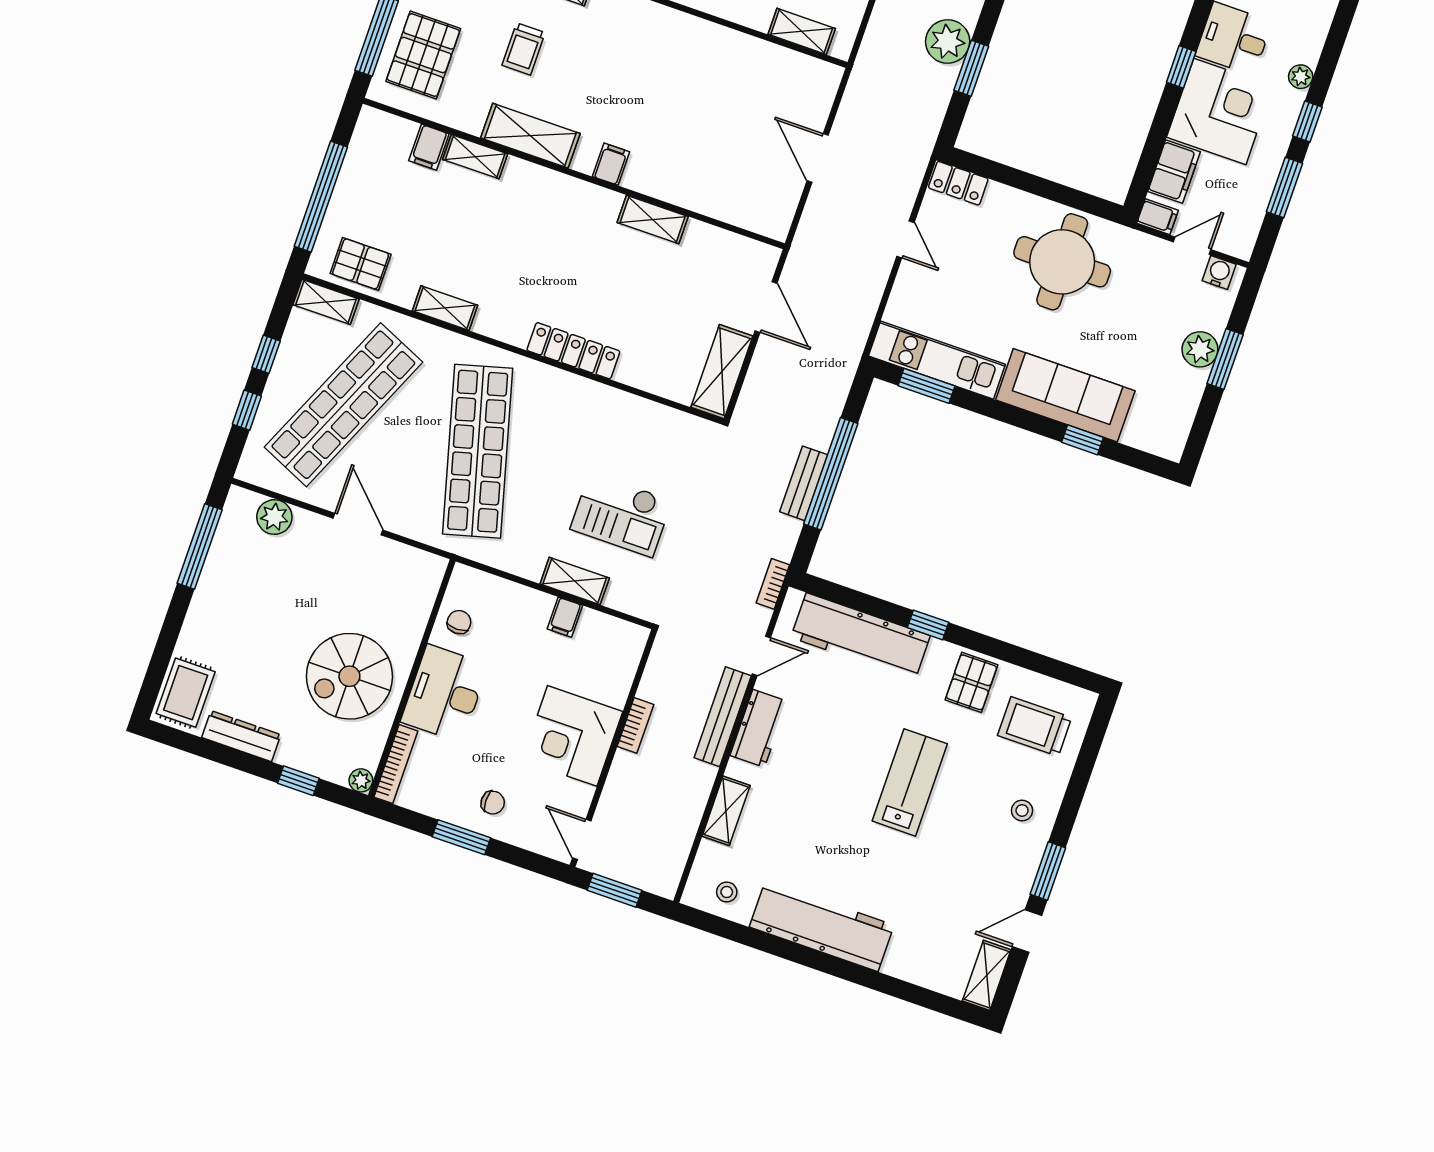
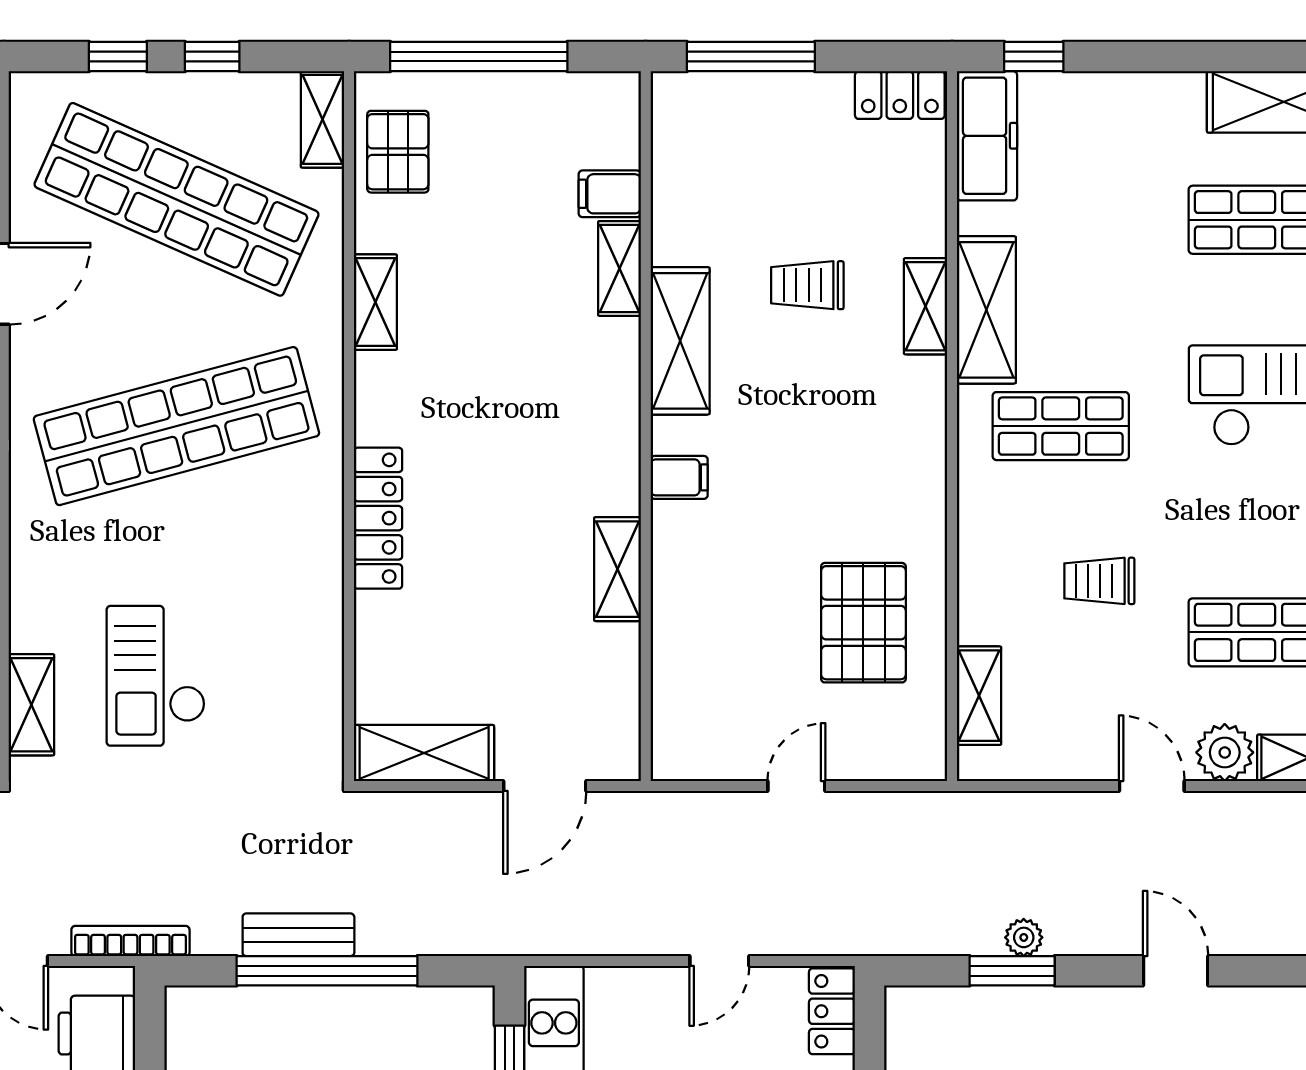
plant: (948, 42) -> (1024, 937), width x0.53, depth x0.53
pallet: (423, 55) -> (863, 623), moved, turned 90
door: (818, 158) -> (796, 786), width x0.73
shelving: (575, 581) -> (31, 705), moved
bookcase: (773, 584) -> (130, 941), width x1.56

